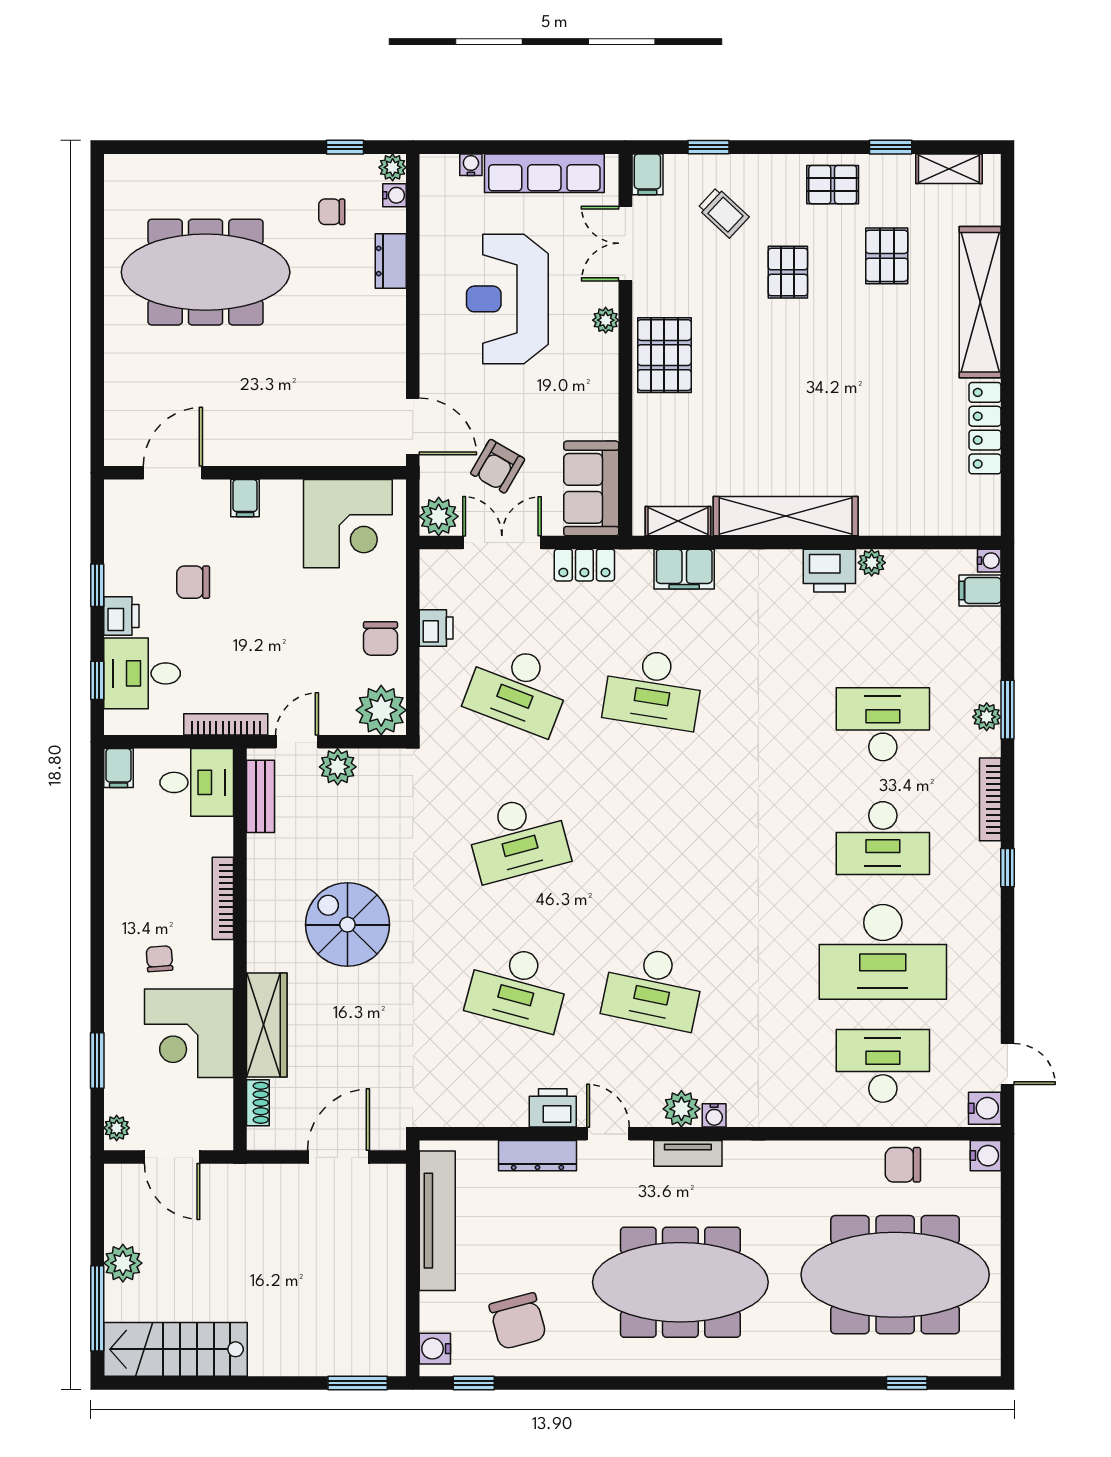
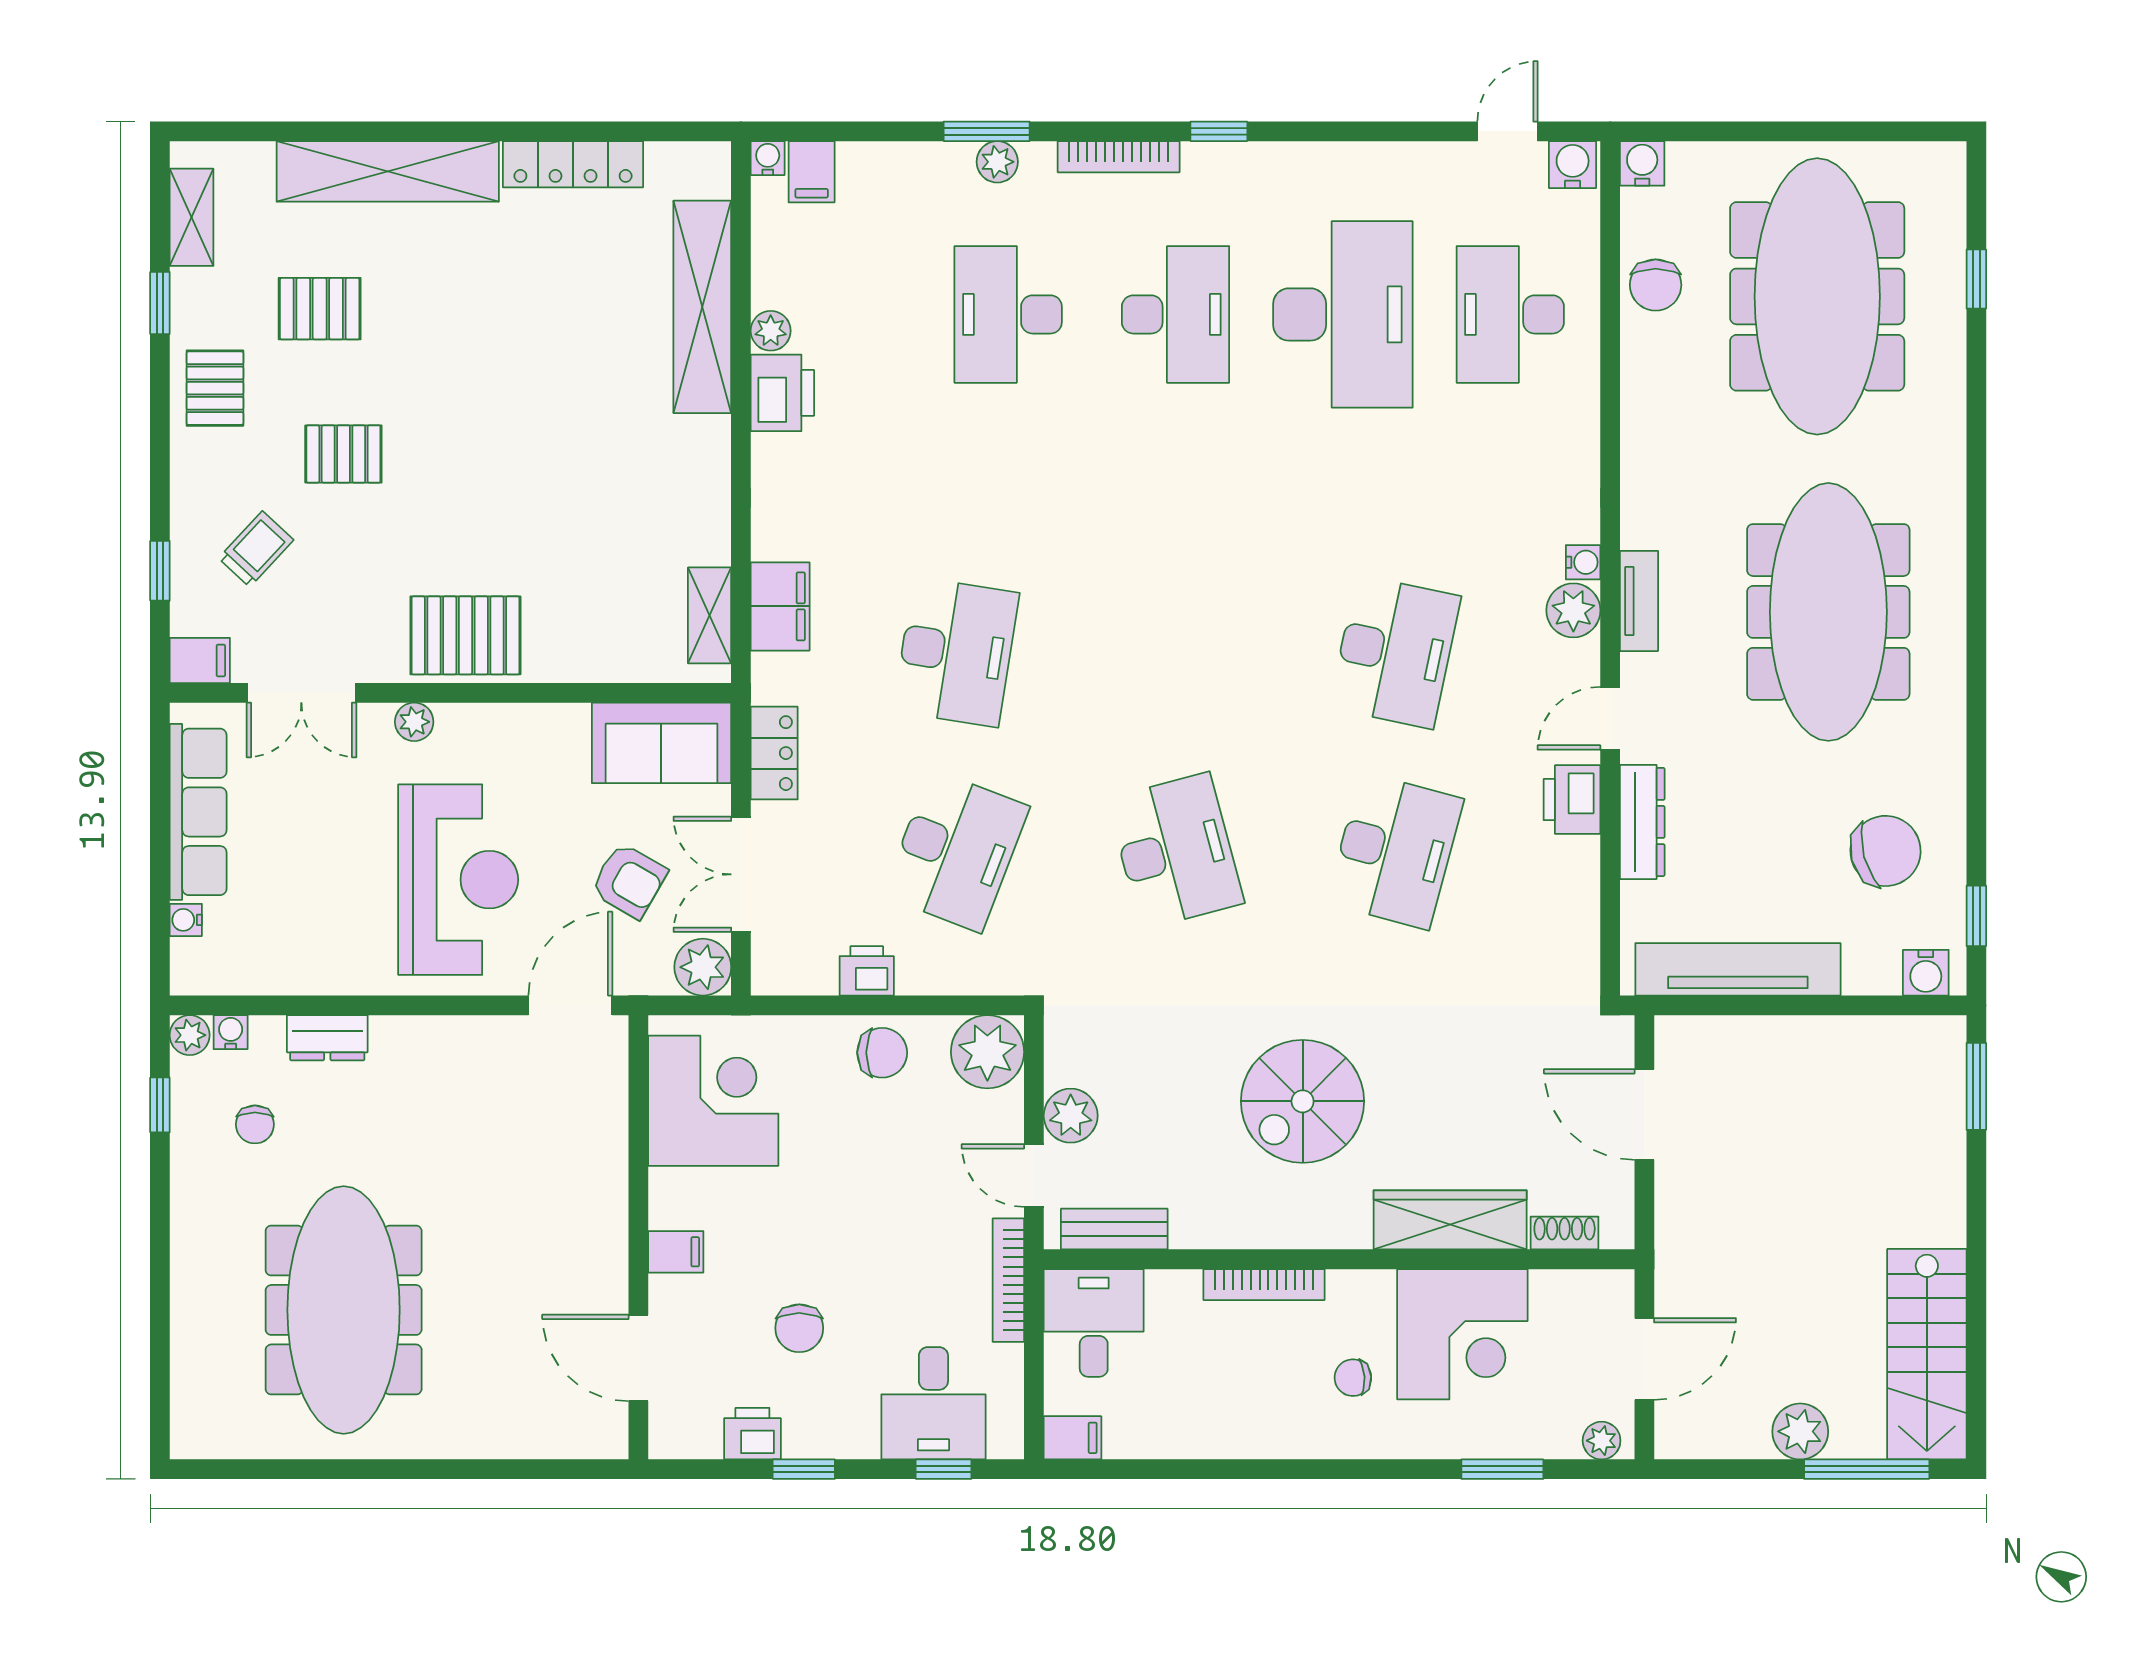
reception desk: (507, 299) -> (458, 880), moved, turned -90
shelving: (786, 516) -> (702, 307), moved
printer: (121, 616) -> (752, 1434), moved

